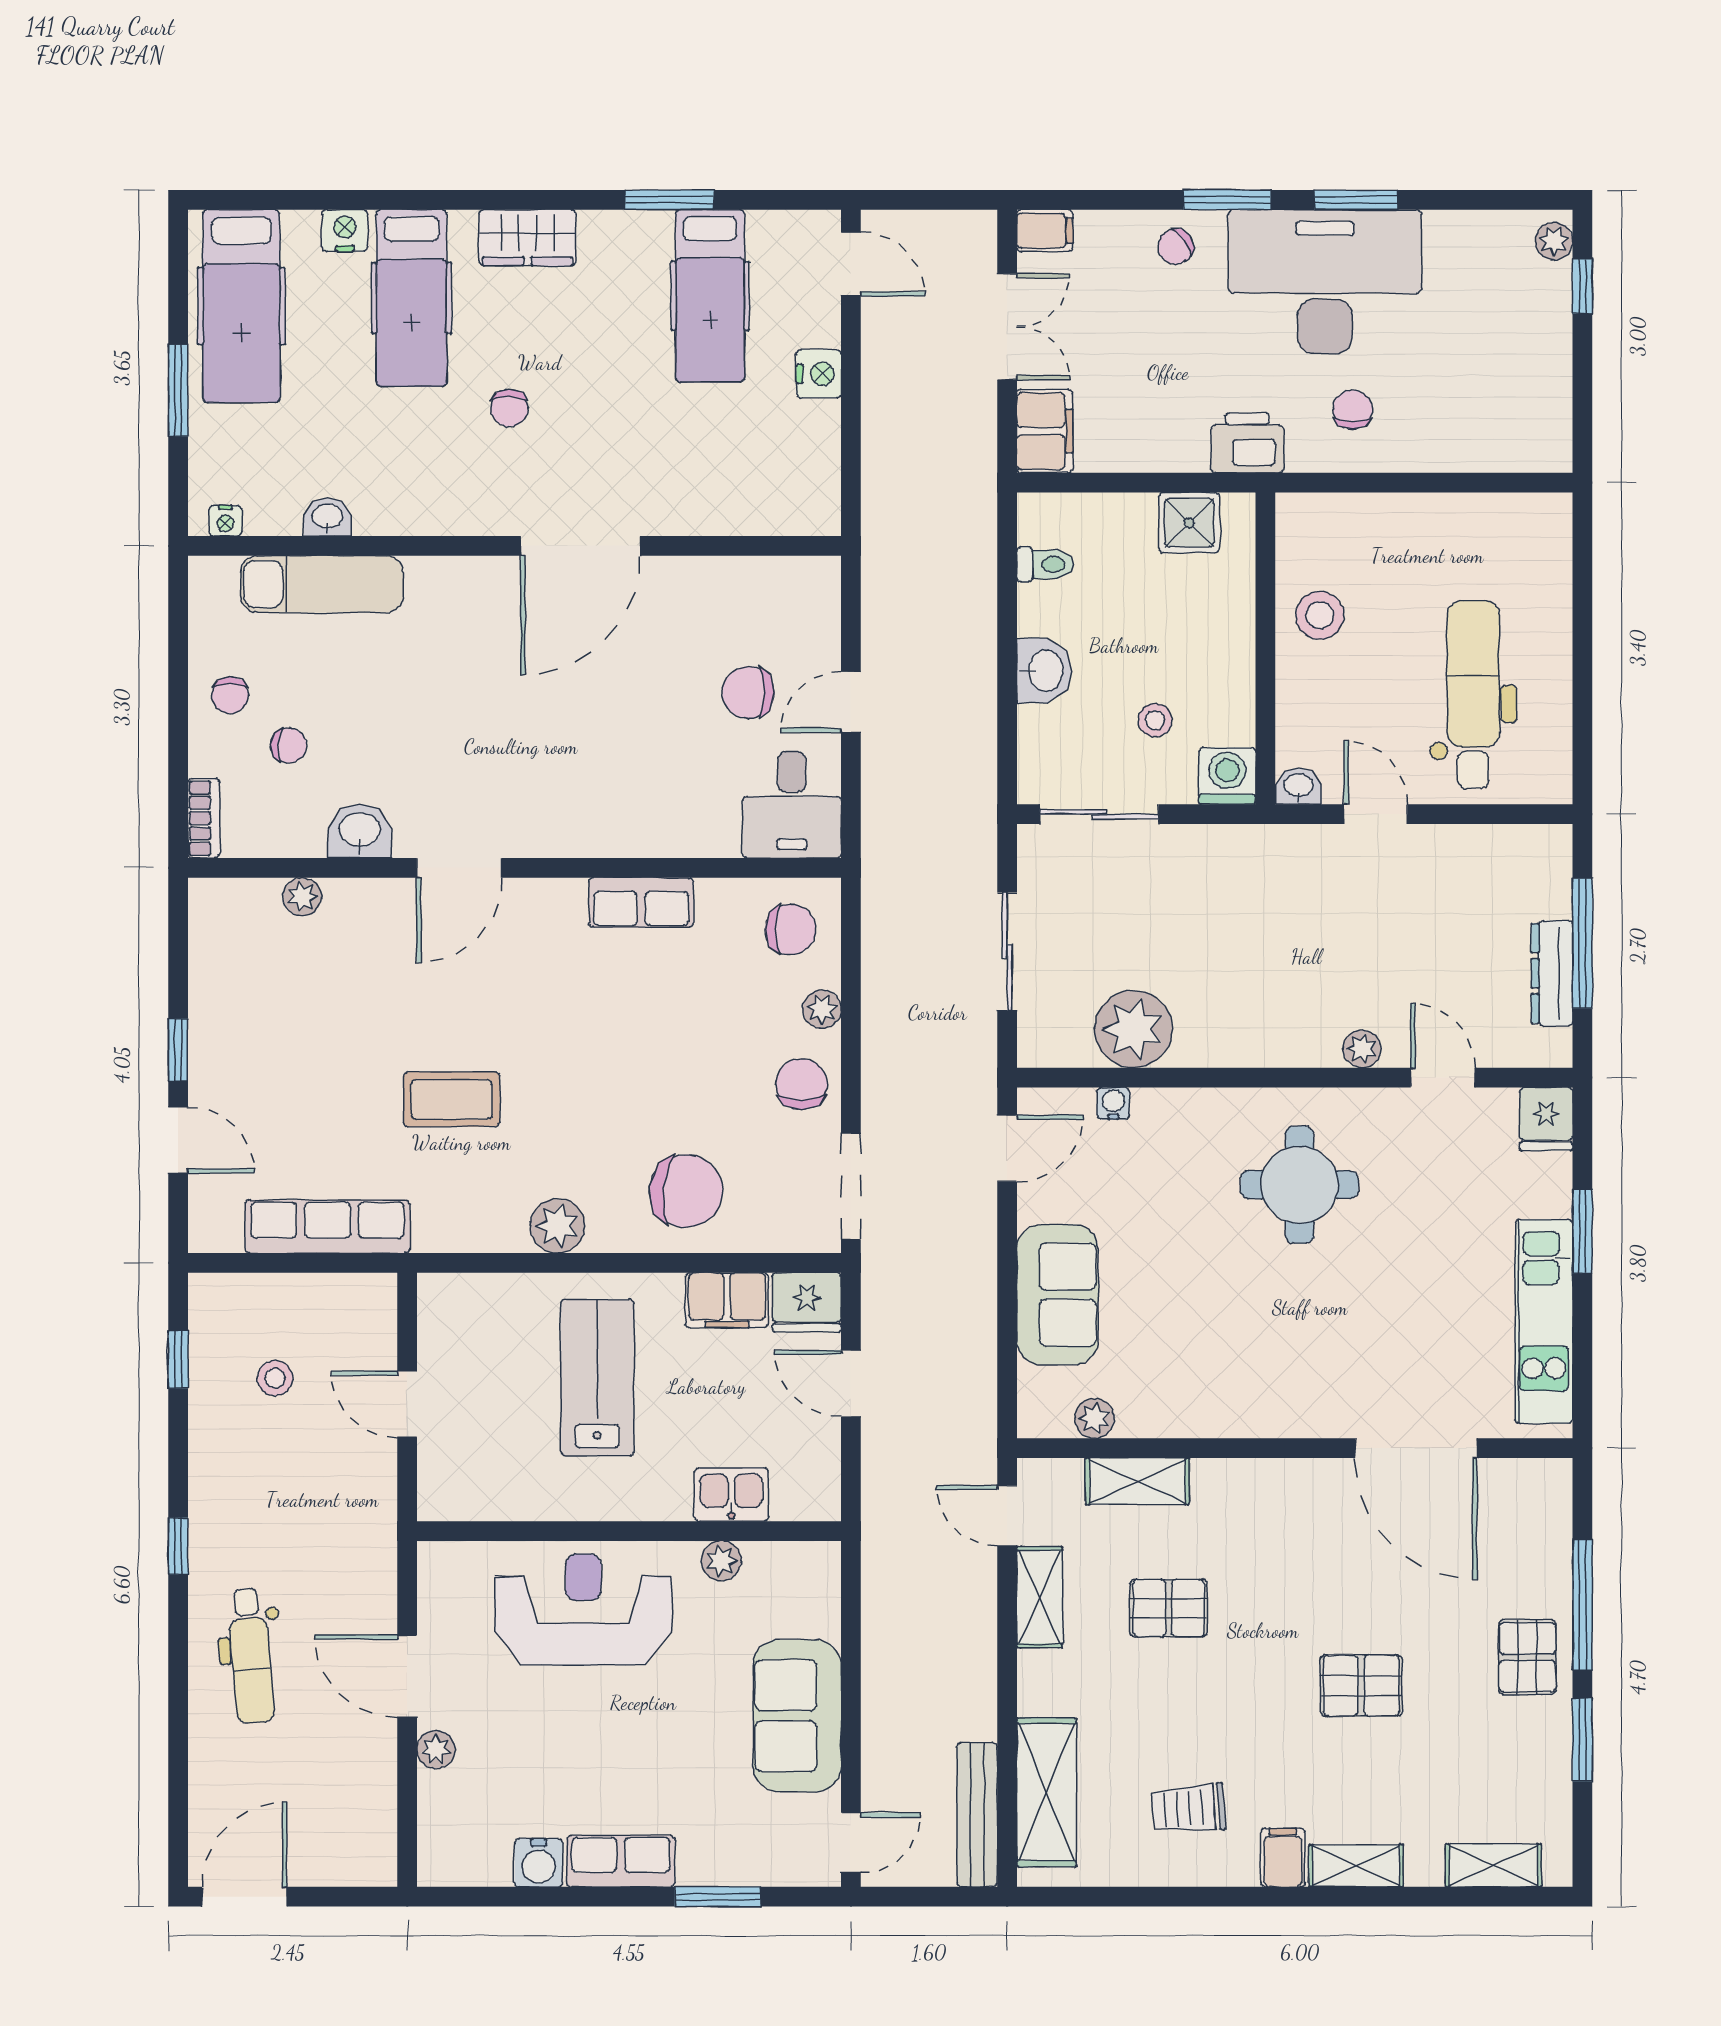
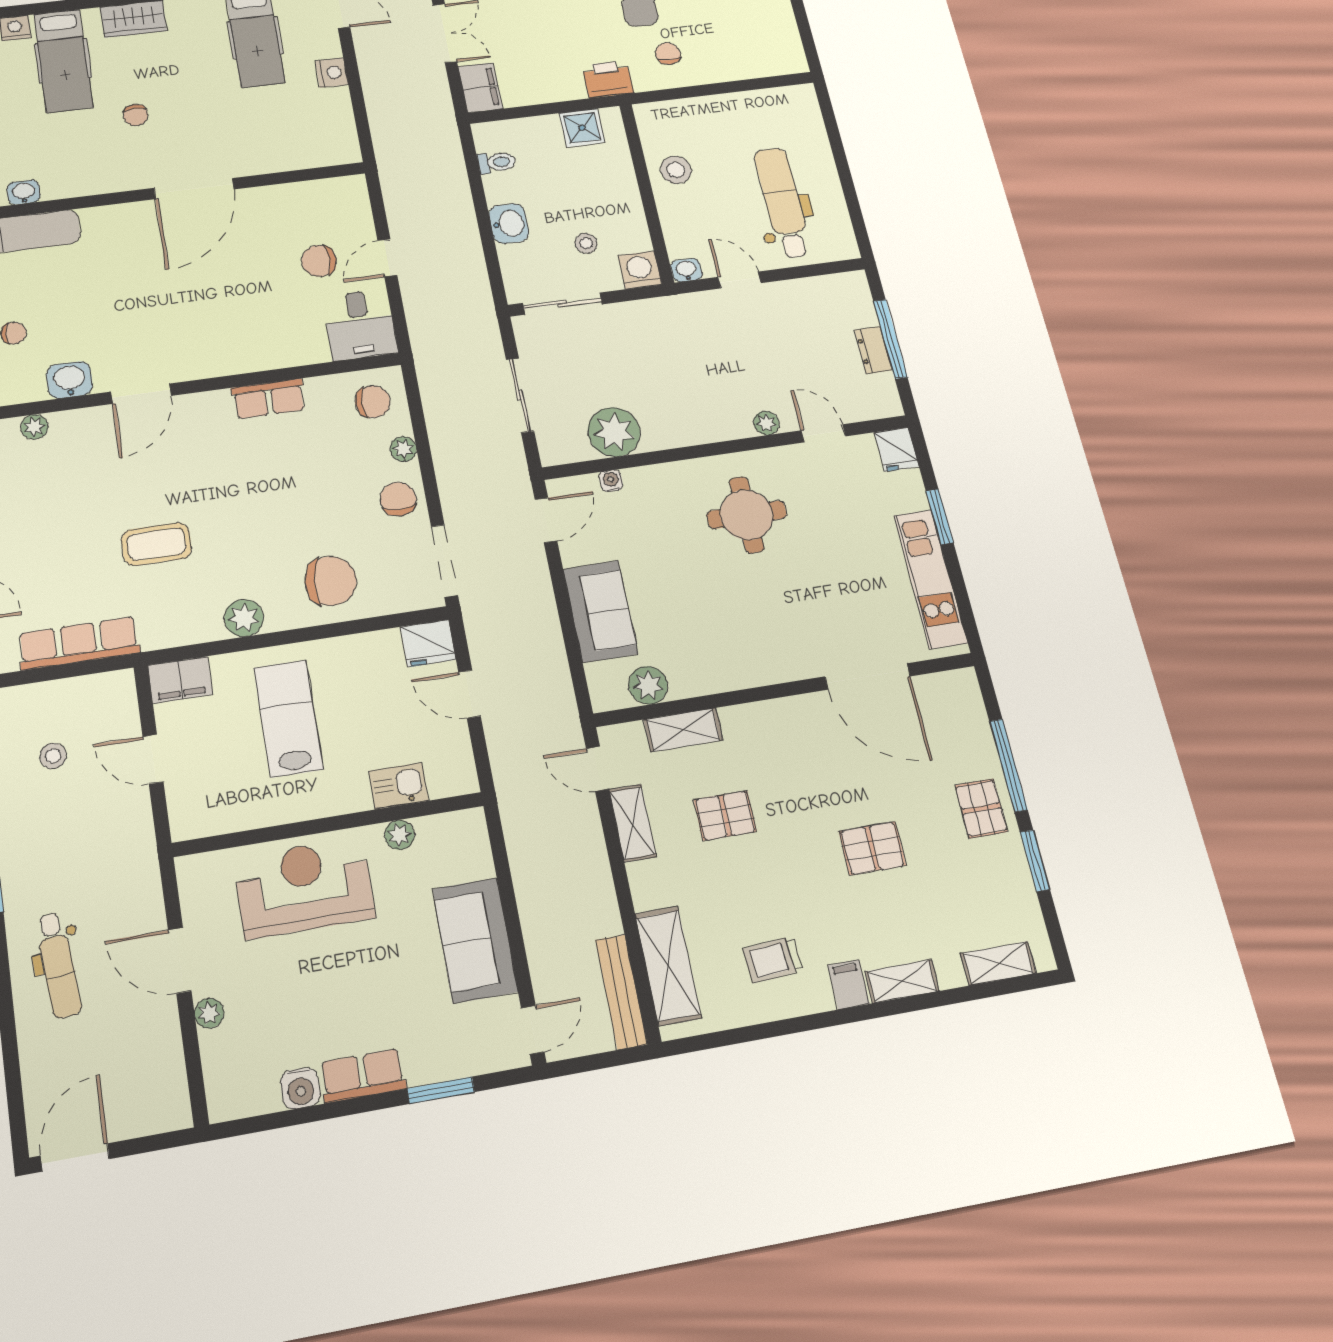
dresser: (1552, 973) -> (873, 350), width x0.70
filing cabinet: (727, 1300) -> (180, 680), moved
plant: (1095, 1418) -> (648, 685), width x1.38, depth x1.38

